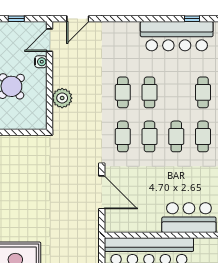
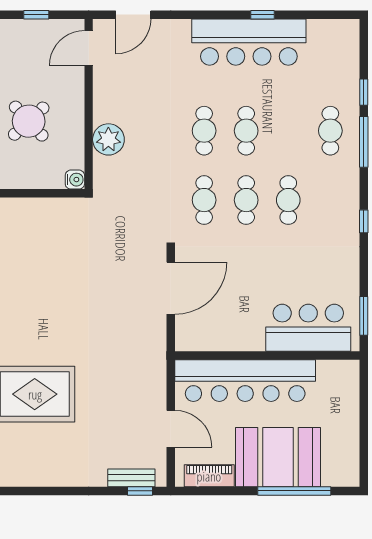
window: (192, 19) -> (263, 15), moved
bar counter: (177, 36) -> (249, 42), moved
water cooler: (41, 62) -> (75, 180), moved
cafe table: (203, 136) -> (330, 200), removed
door: (102, 192) -> (171, 288), hinge flipped

